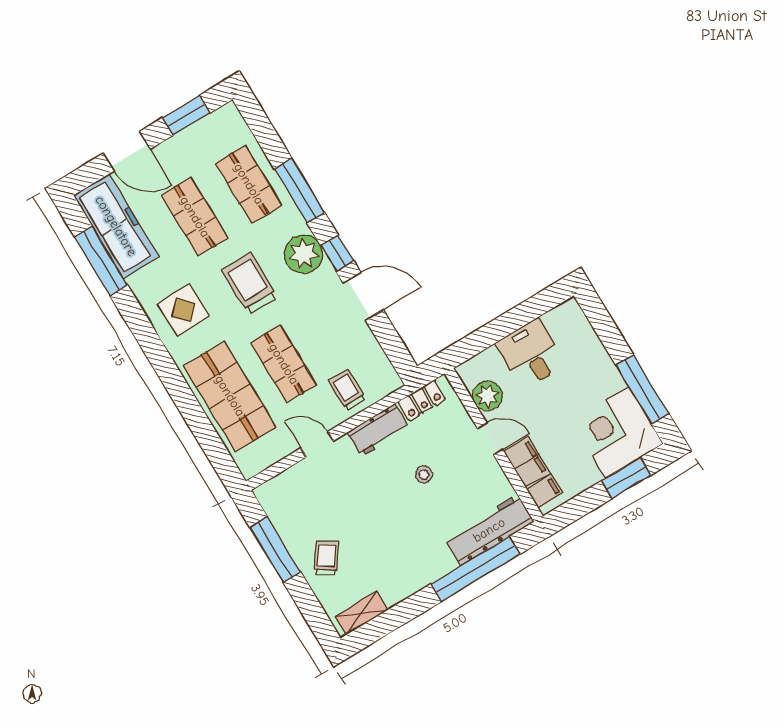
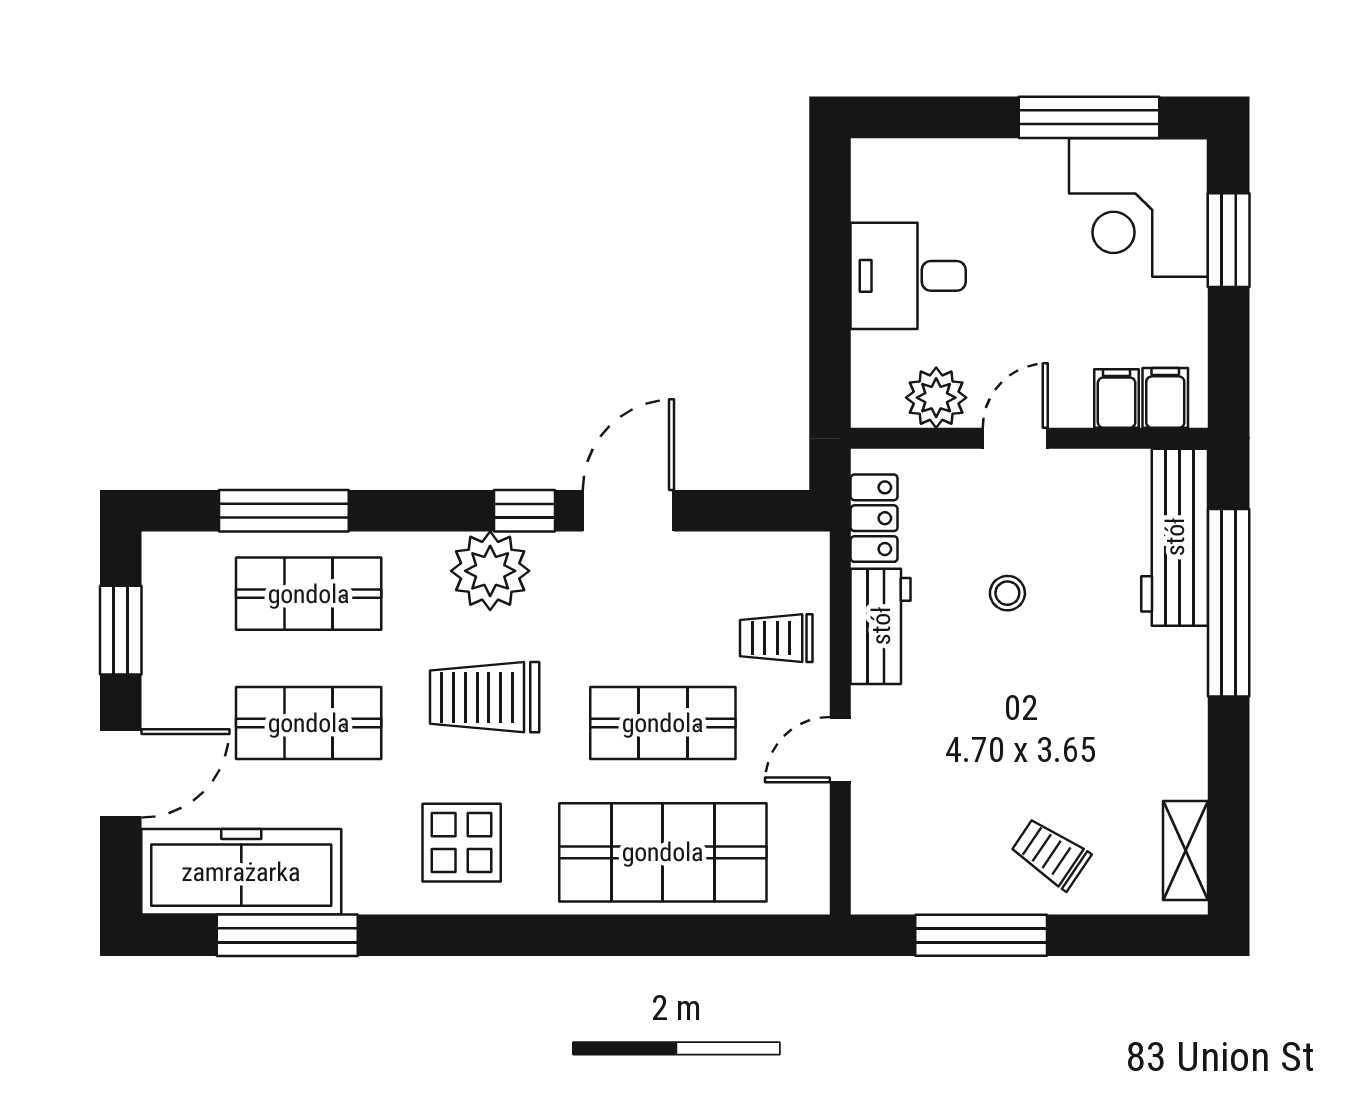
window: (299, 191) -> (284, 511), moved
filing cabinet: (527, 462) -> (1117, 398), width x0.50

